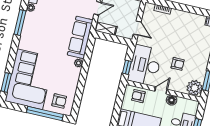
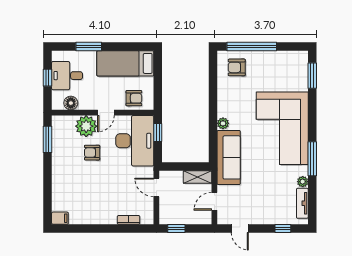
corner sofa: (30, 79) -> (282, 128), moved
plant: (195, 88) -> (86, 126), moved
floor lamp: (172, 100) -> (71, 103), moved

